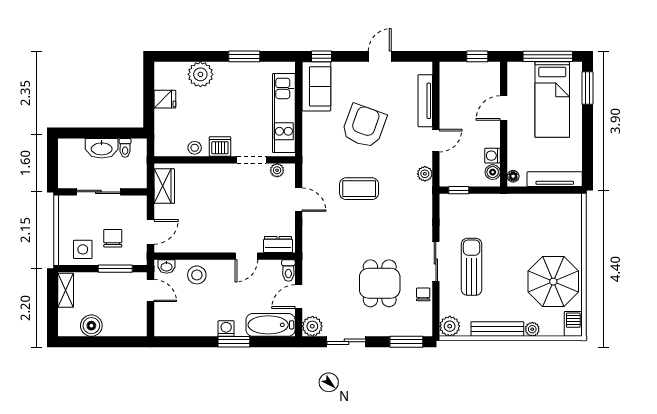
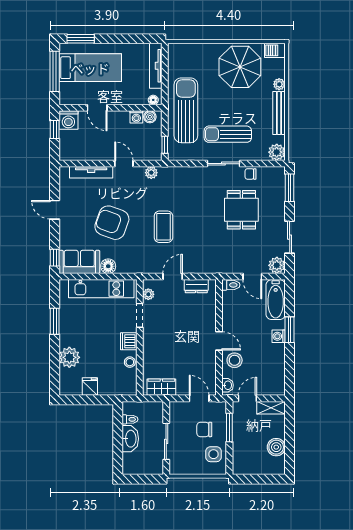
washing machine: (489, 73) -> (68, 120), added
floor lamp: (311, 121) -> (108, 266), added
sun lounger: (501, 216) -> (186, 110), added
dresser: (278, 244) -> (196, 286), moved, turned -90
door: (246, 256) -> (219, 341), moved
dining table: (380, 283) -> (241, 210), turned 90
shelving: (66, 290) -> (271, 408), moved

